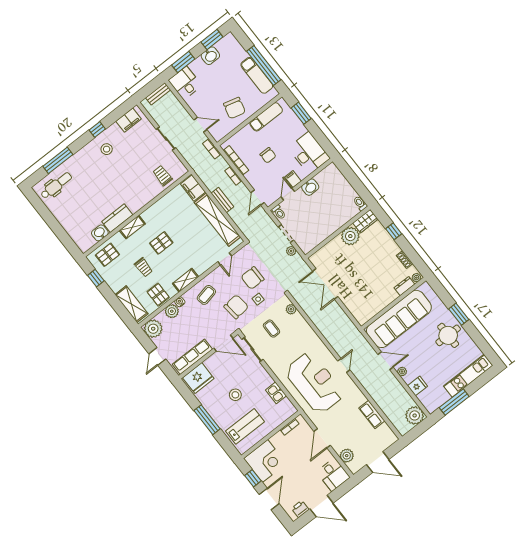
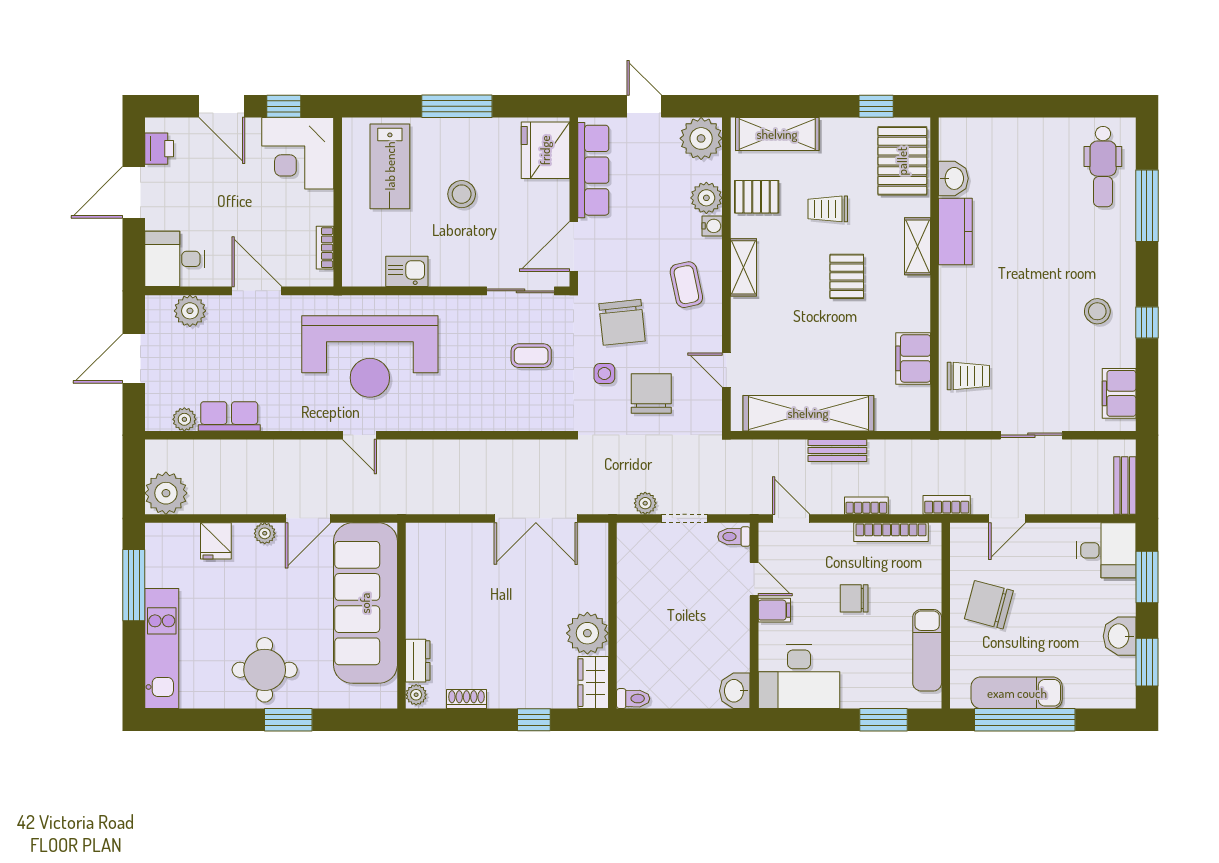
washbasin: (310, 187) -> (735, 691), moved
filing cabinet: (193, 188) -> (913, 358), moved, turned -90
pallet: (107, 255) -> (902, 161), width x1.50, depth x1.42
double door: (325, 284) -> (536, 518), swing flipped
plant: (291, 309) -> (184, 419), moved

